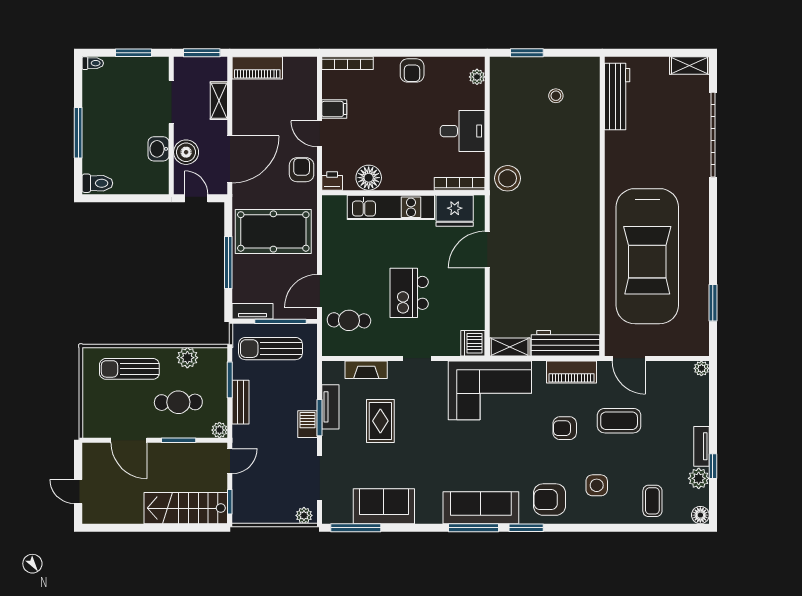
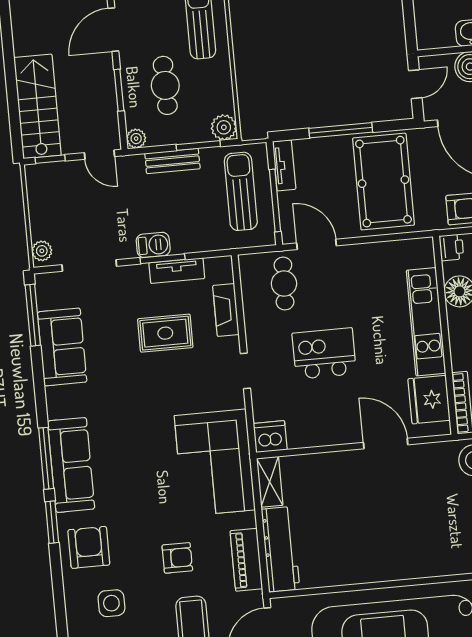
plant: (187, 358) -> (224, 127), moved
armchair: (565, 428) -> (177, 558), turned 90

